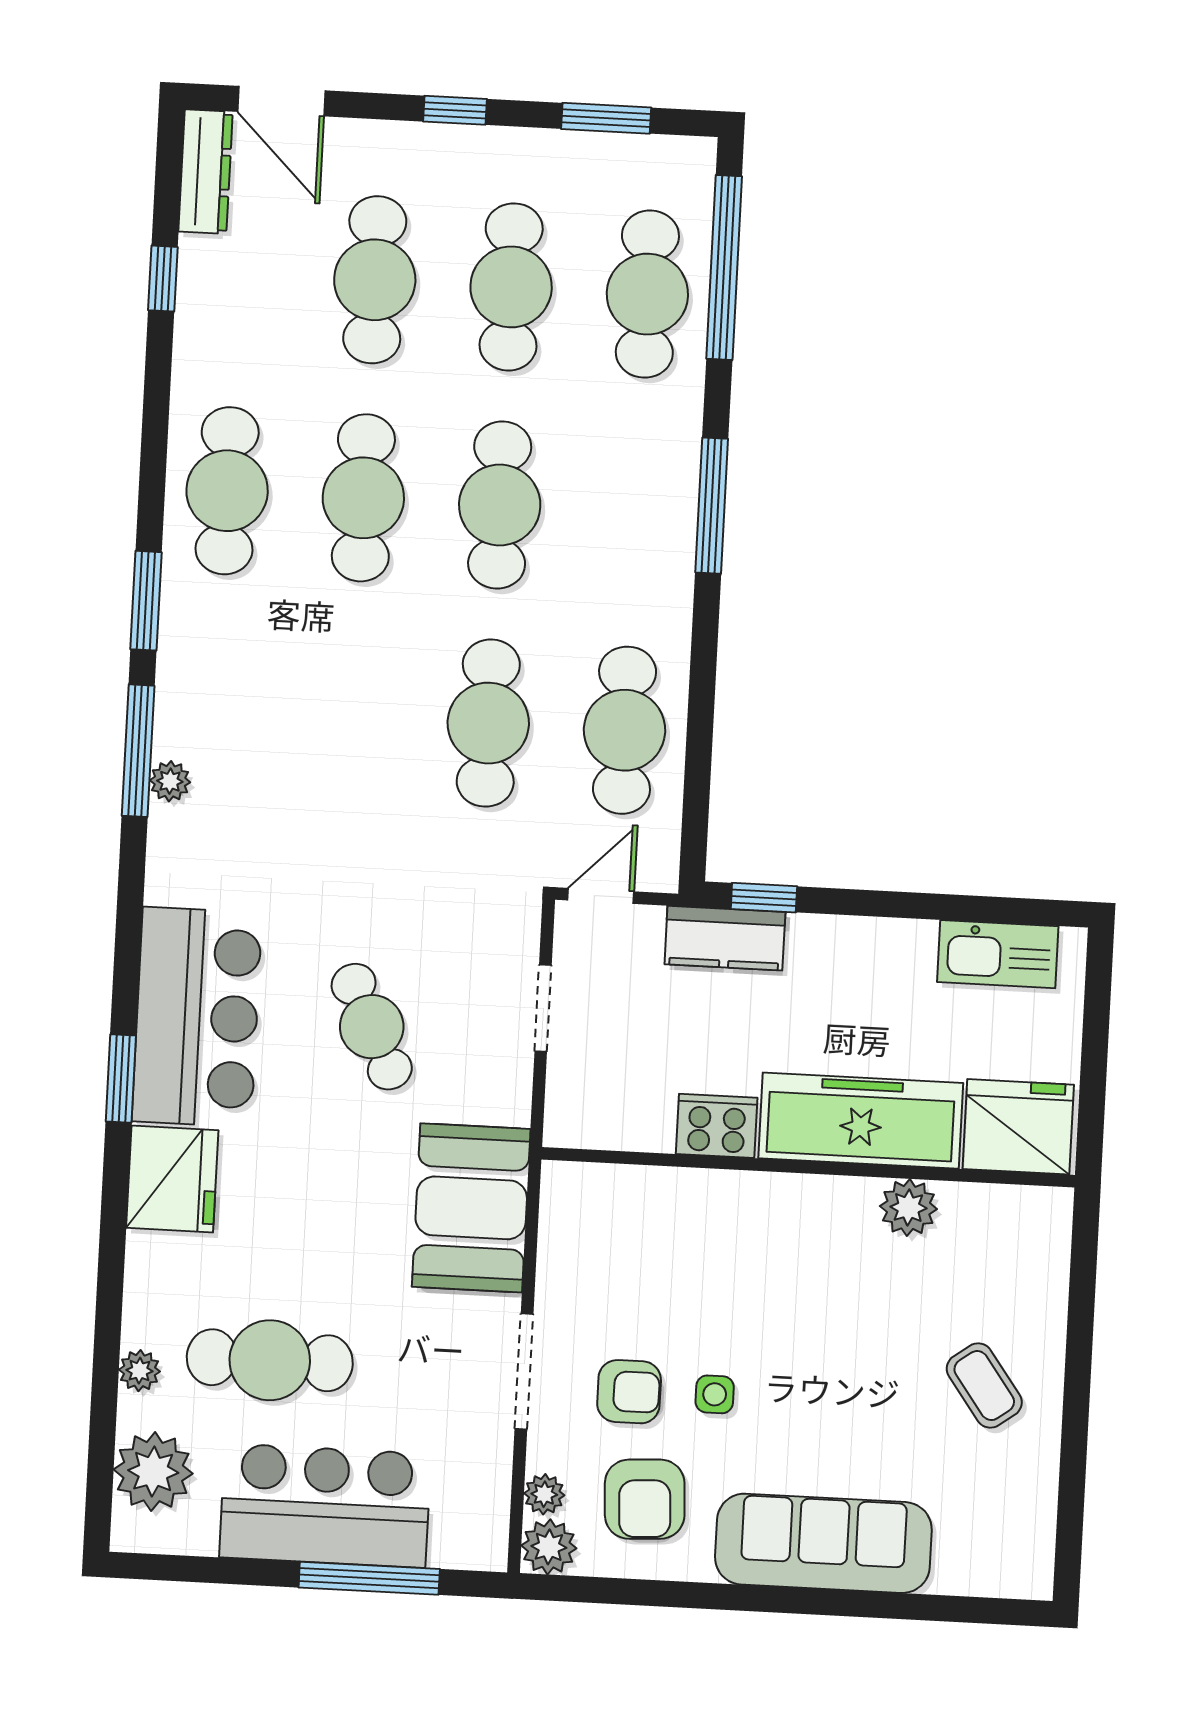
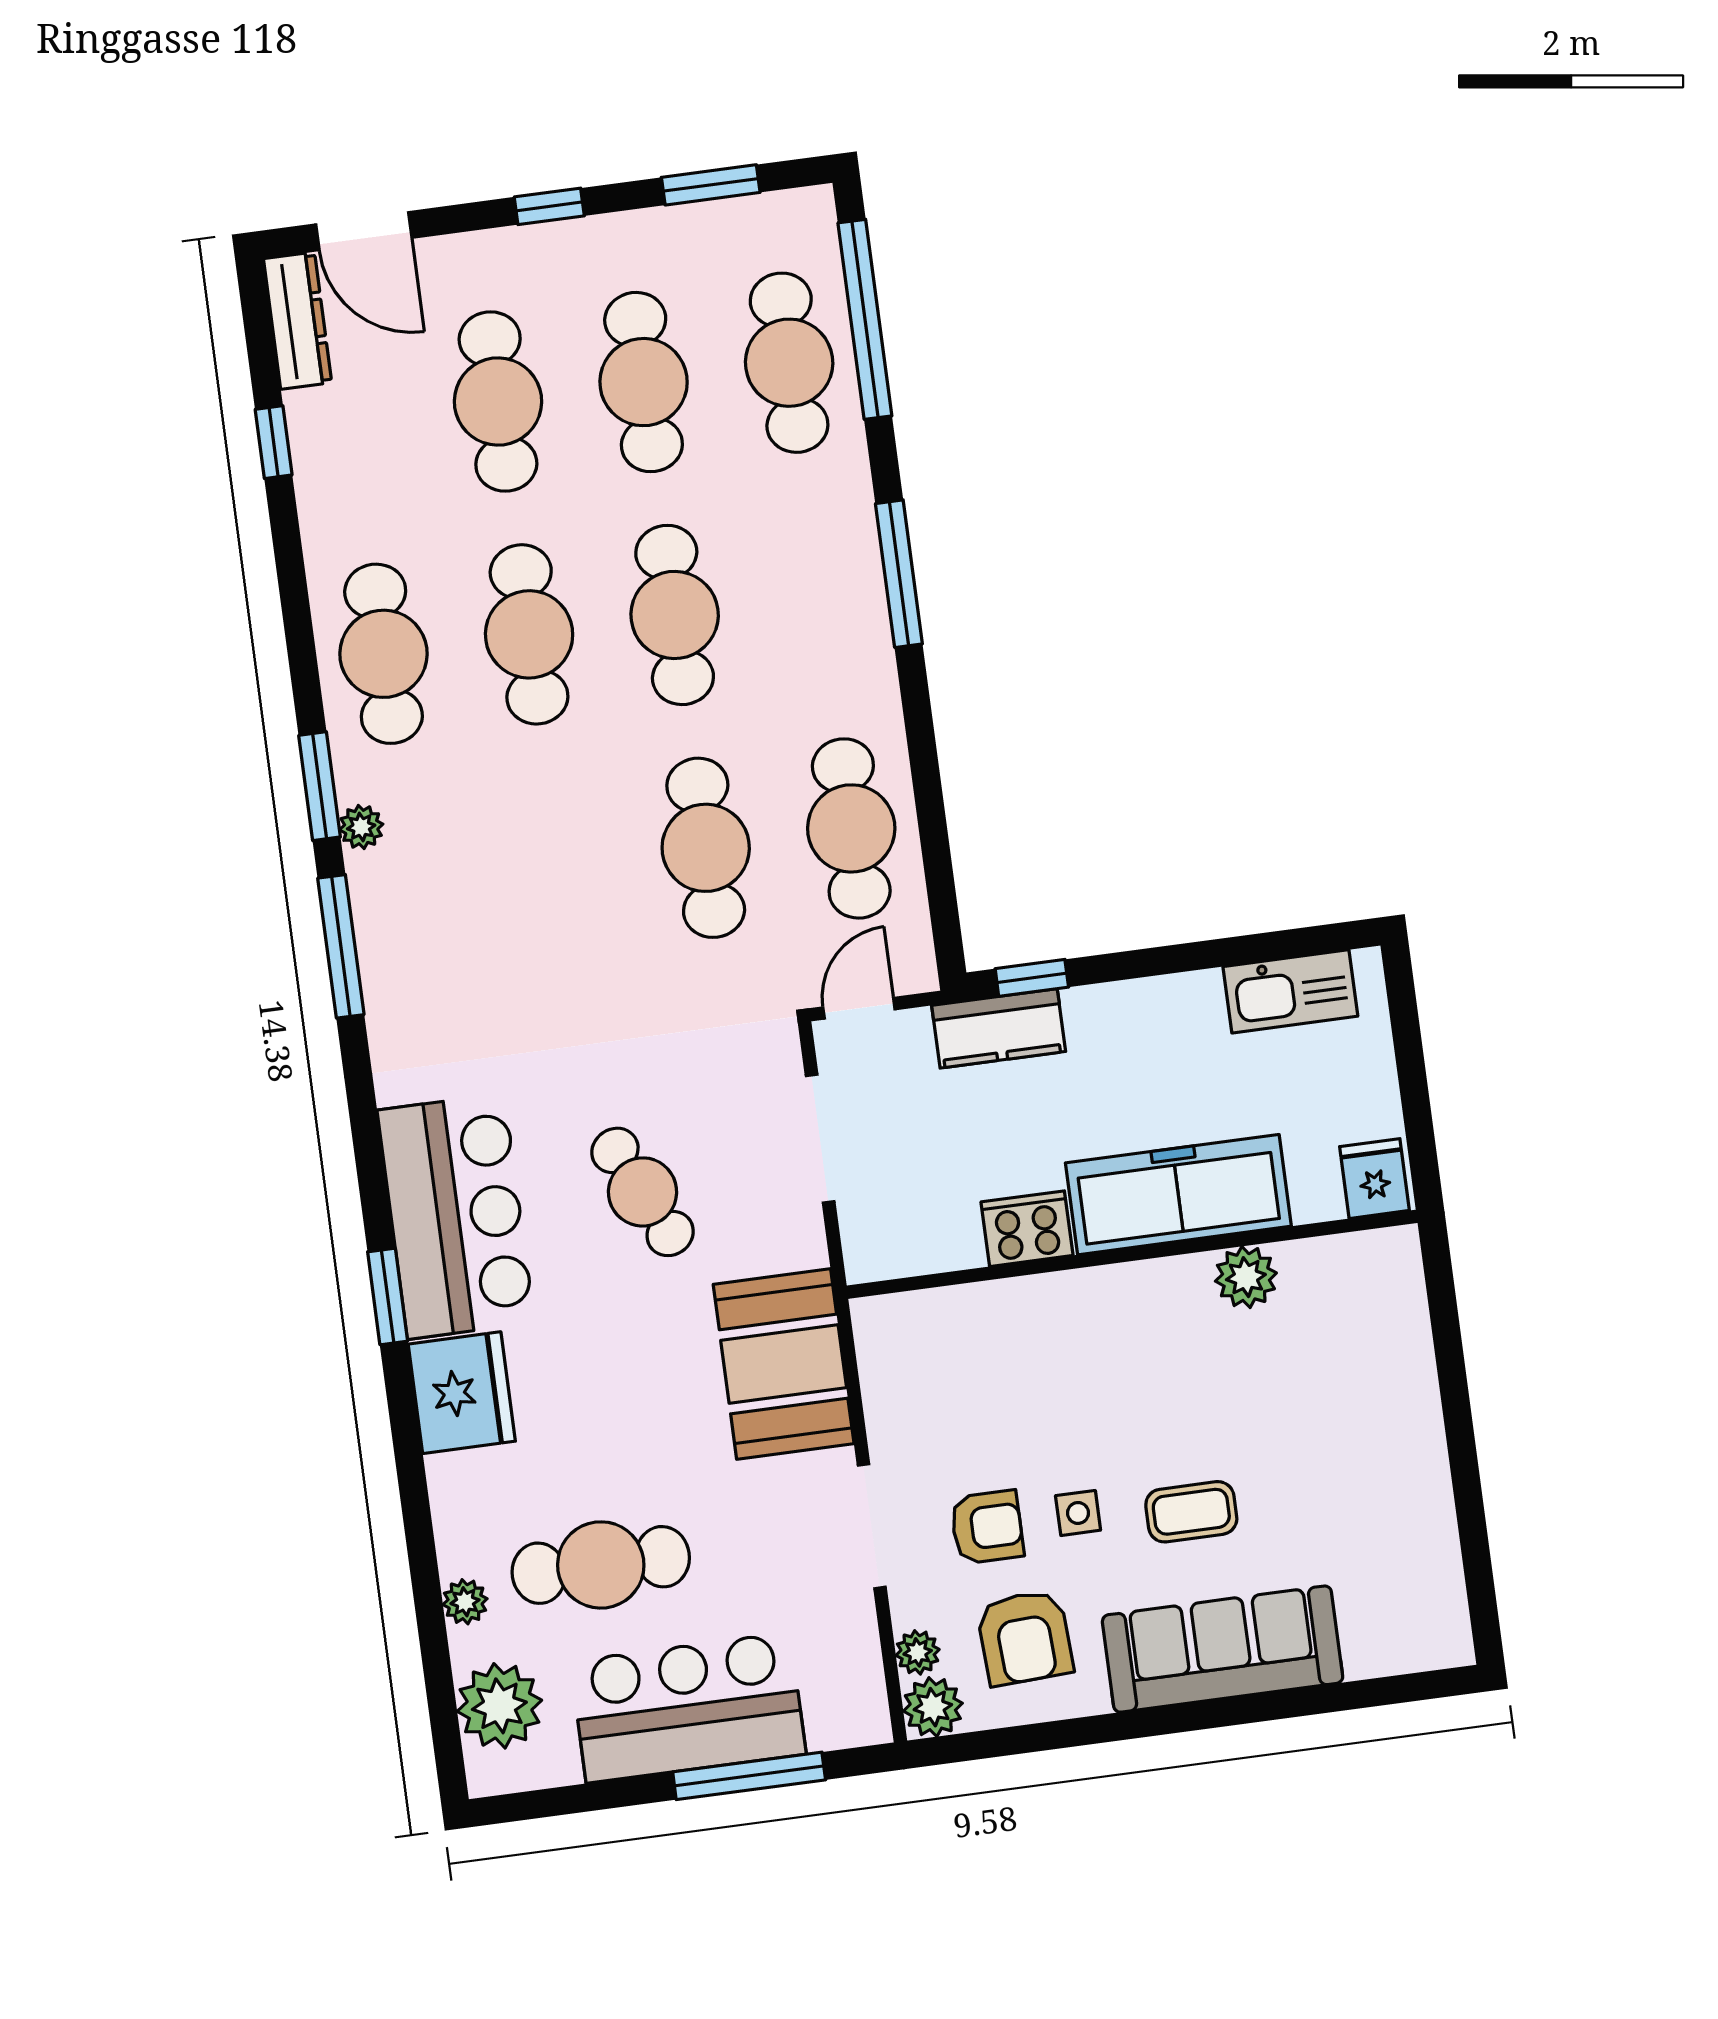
plant: (170, 781) -> (361, 827), moved
doorway: (543, 1008) -> (820, 1139), width x1.38
fridge: (1018, 1127) -> (1375, 1179), width x0.53, depth x0.75
coffee table: (984, 1386) -> (1191, 1512), moved, turned -54

